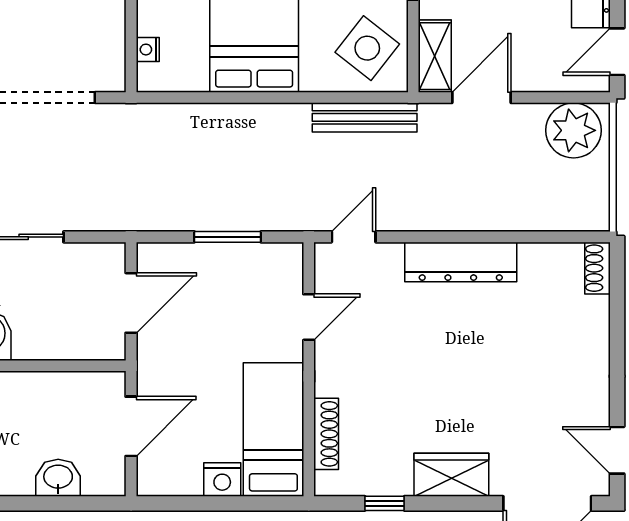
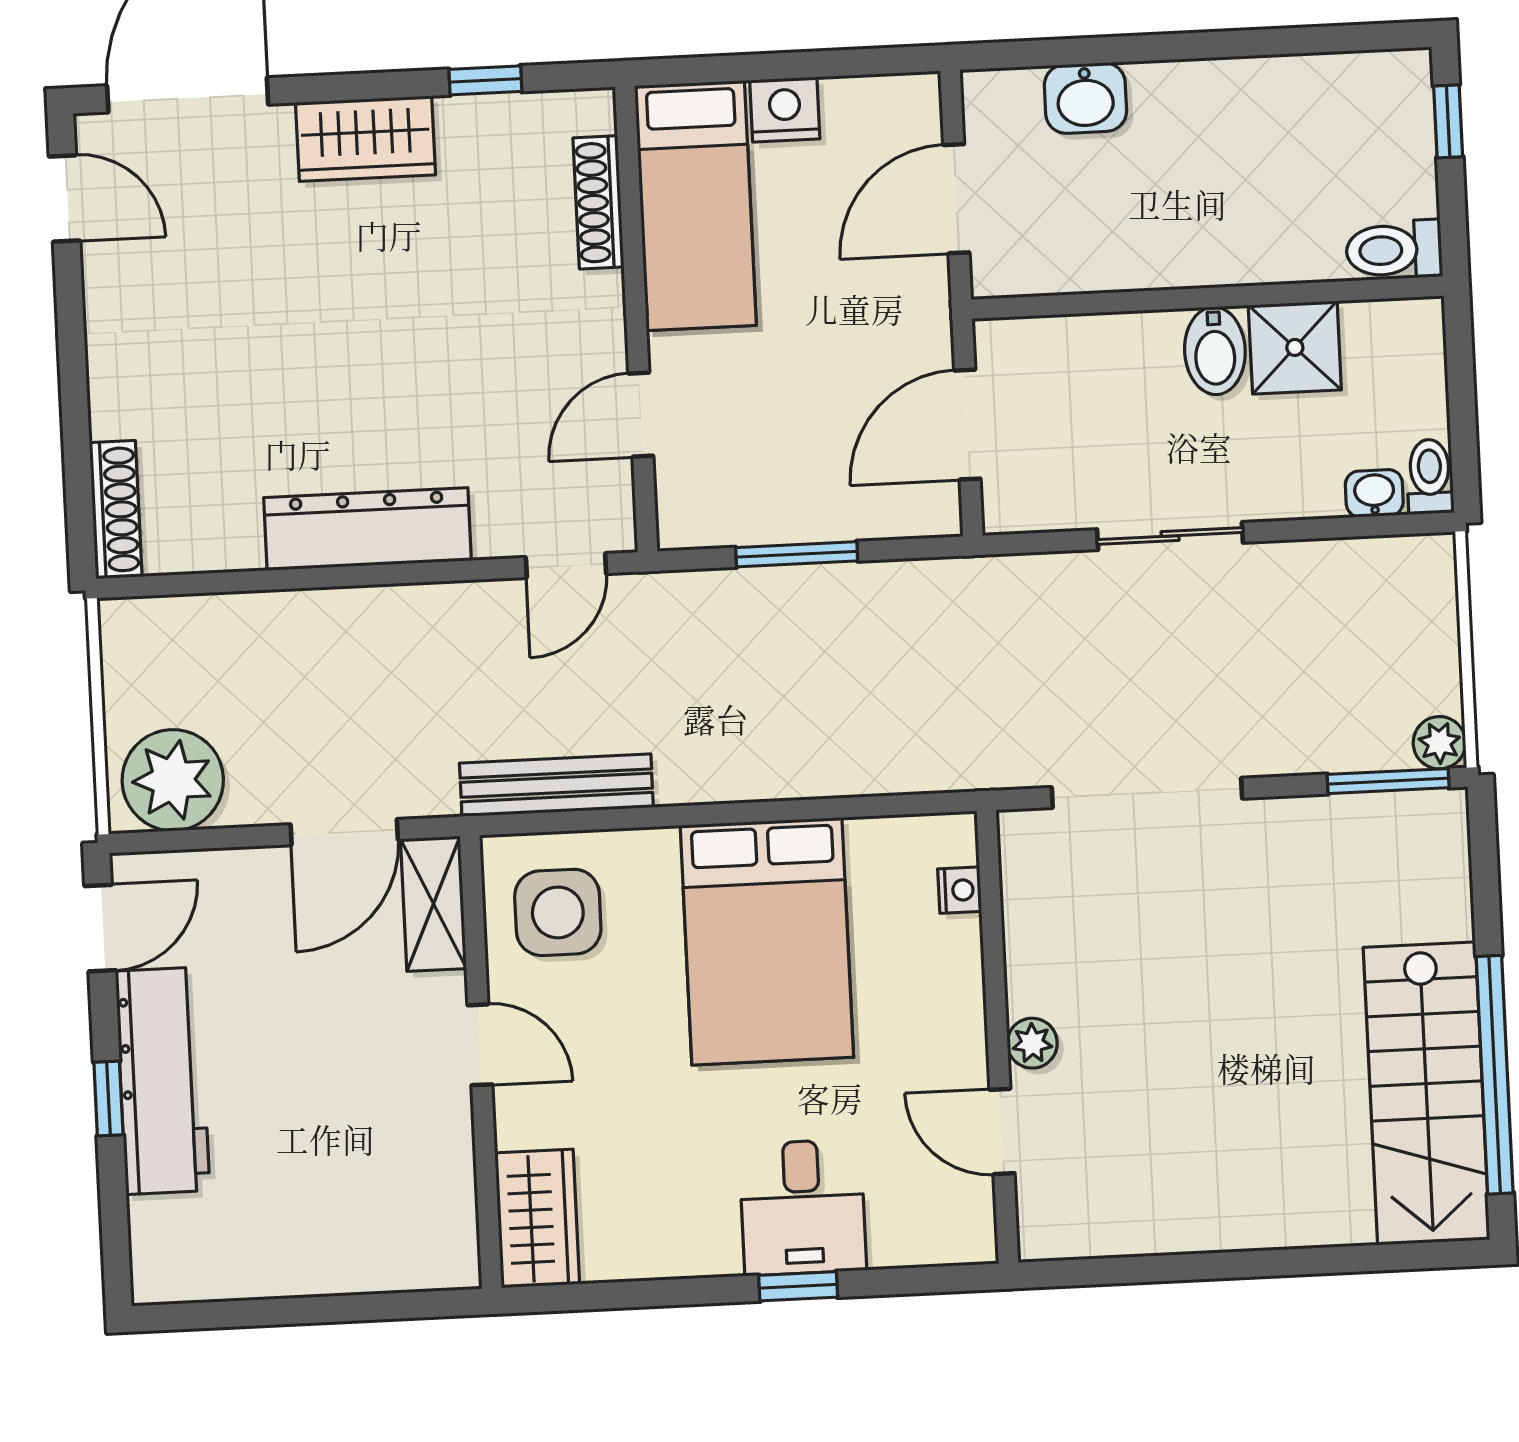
side table: (367, 48) -> (558, 912), turned -38
shoe rack: (597, 268) -> (116, 510), width x1.43

